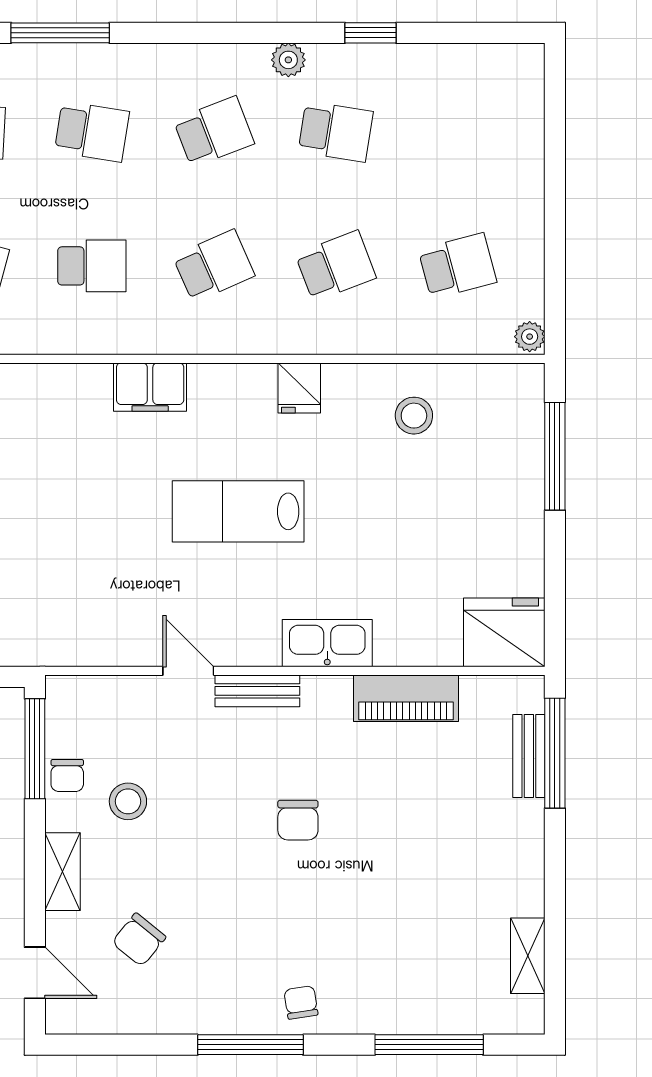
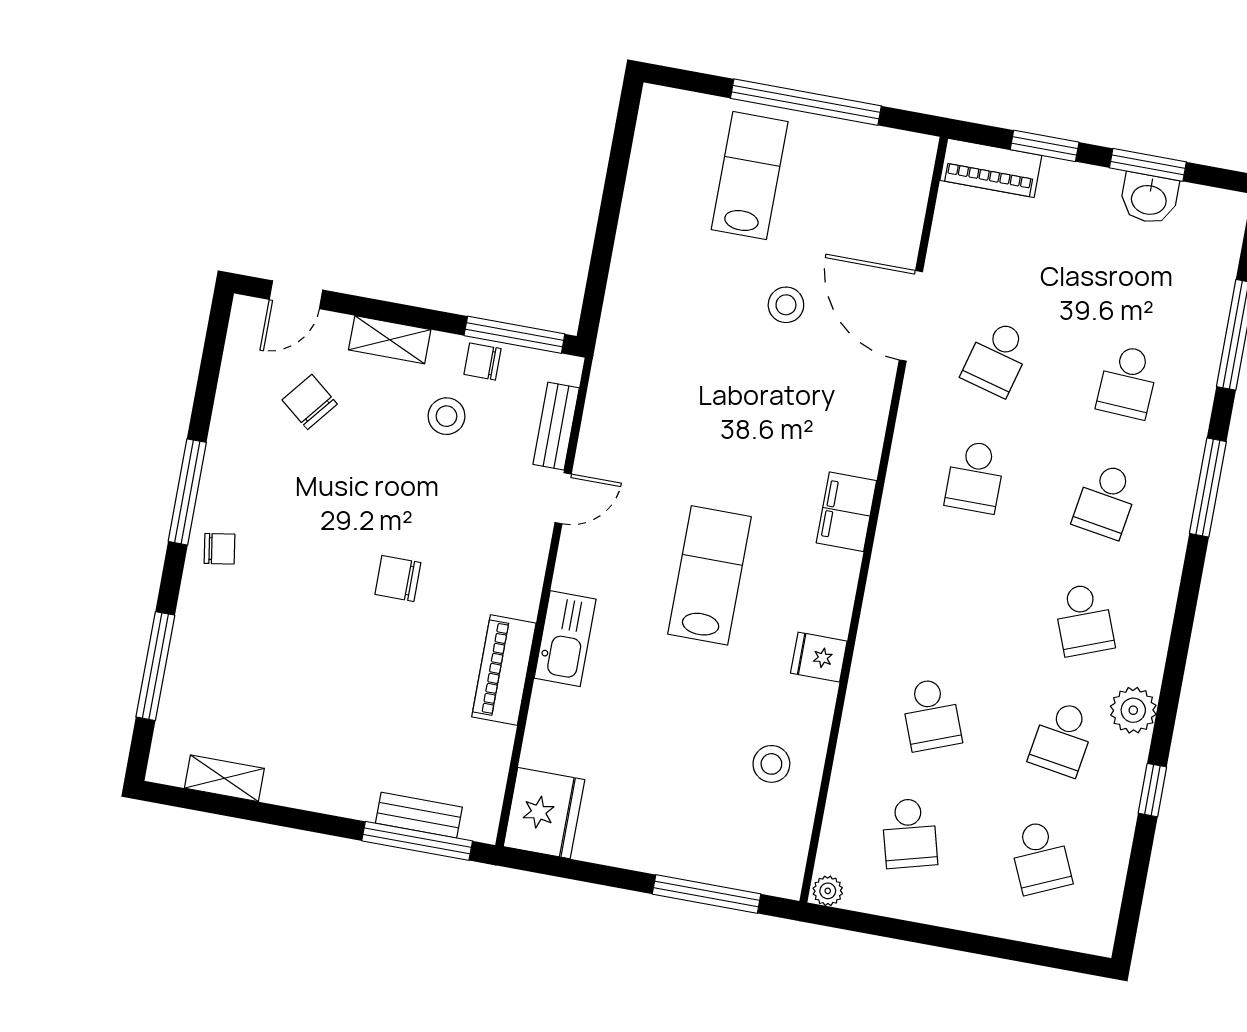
plant: (288, 60) -> (1133, 710), width x1.38, depth x1.38
school desk: (214, 266) -> (1040, 857), moved
bench: (257, 691) -> (556, 426), moved
piano: (406, 698) -> (504, 670), moved

